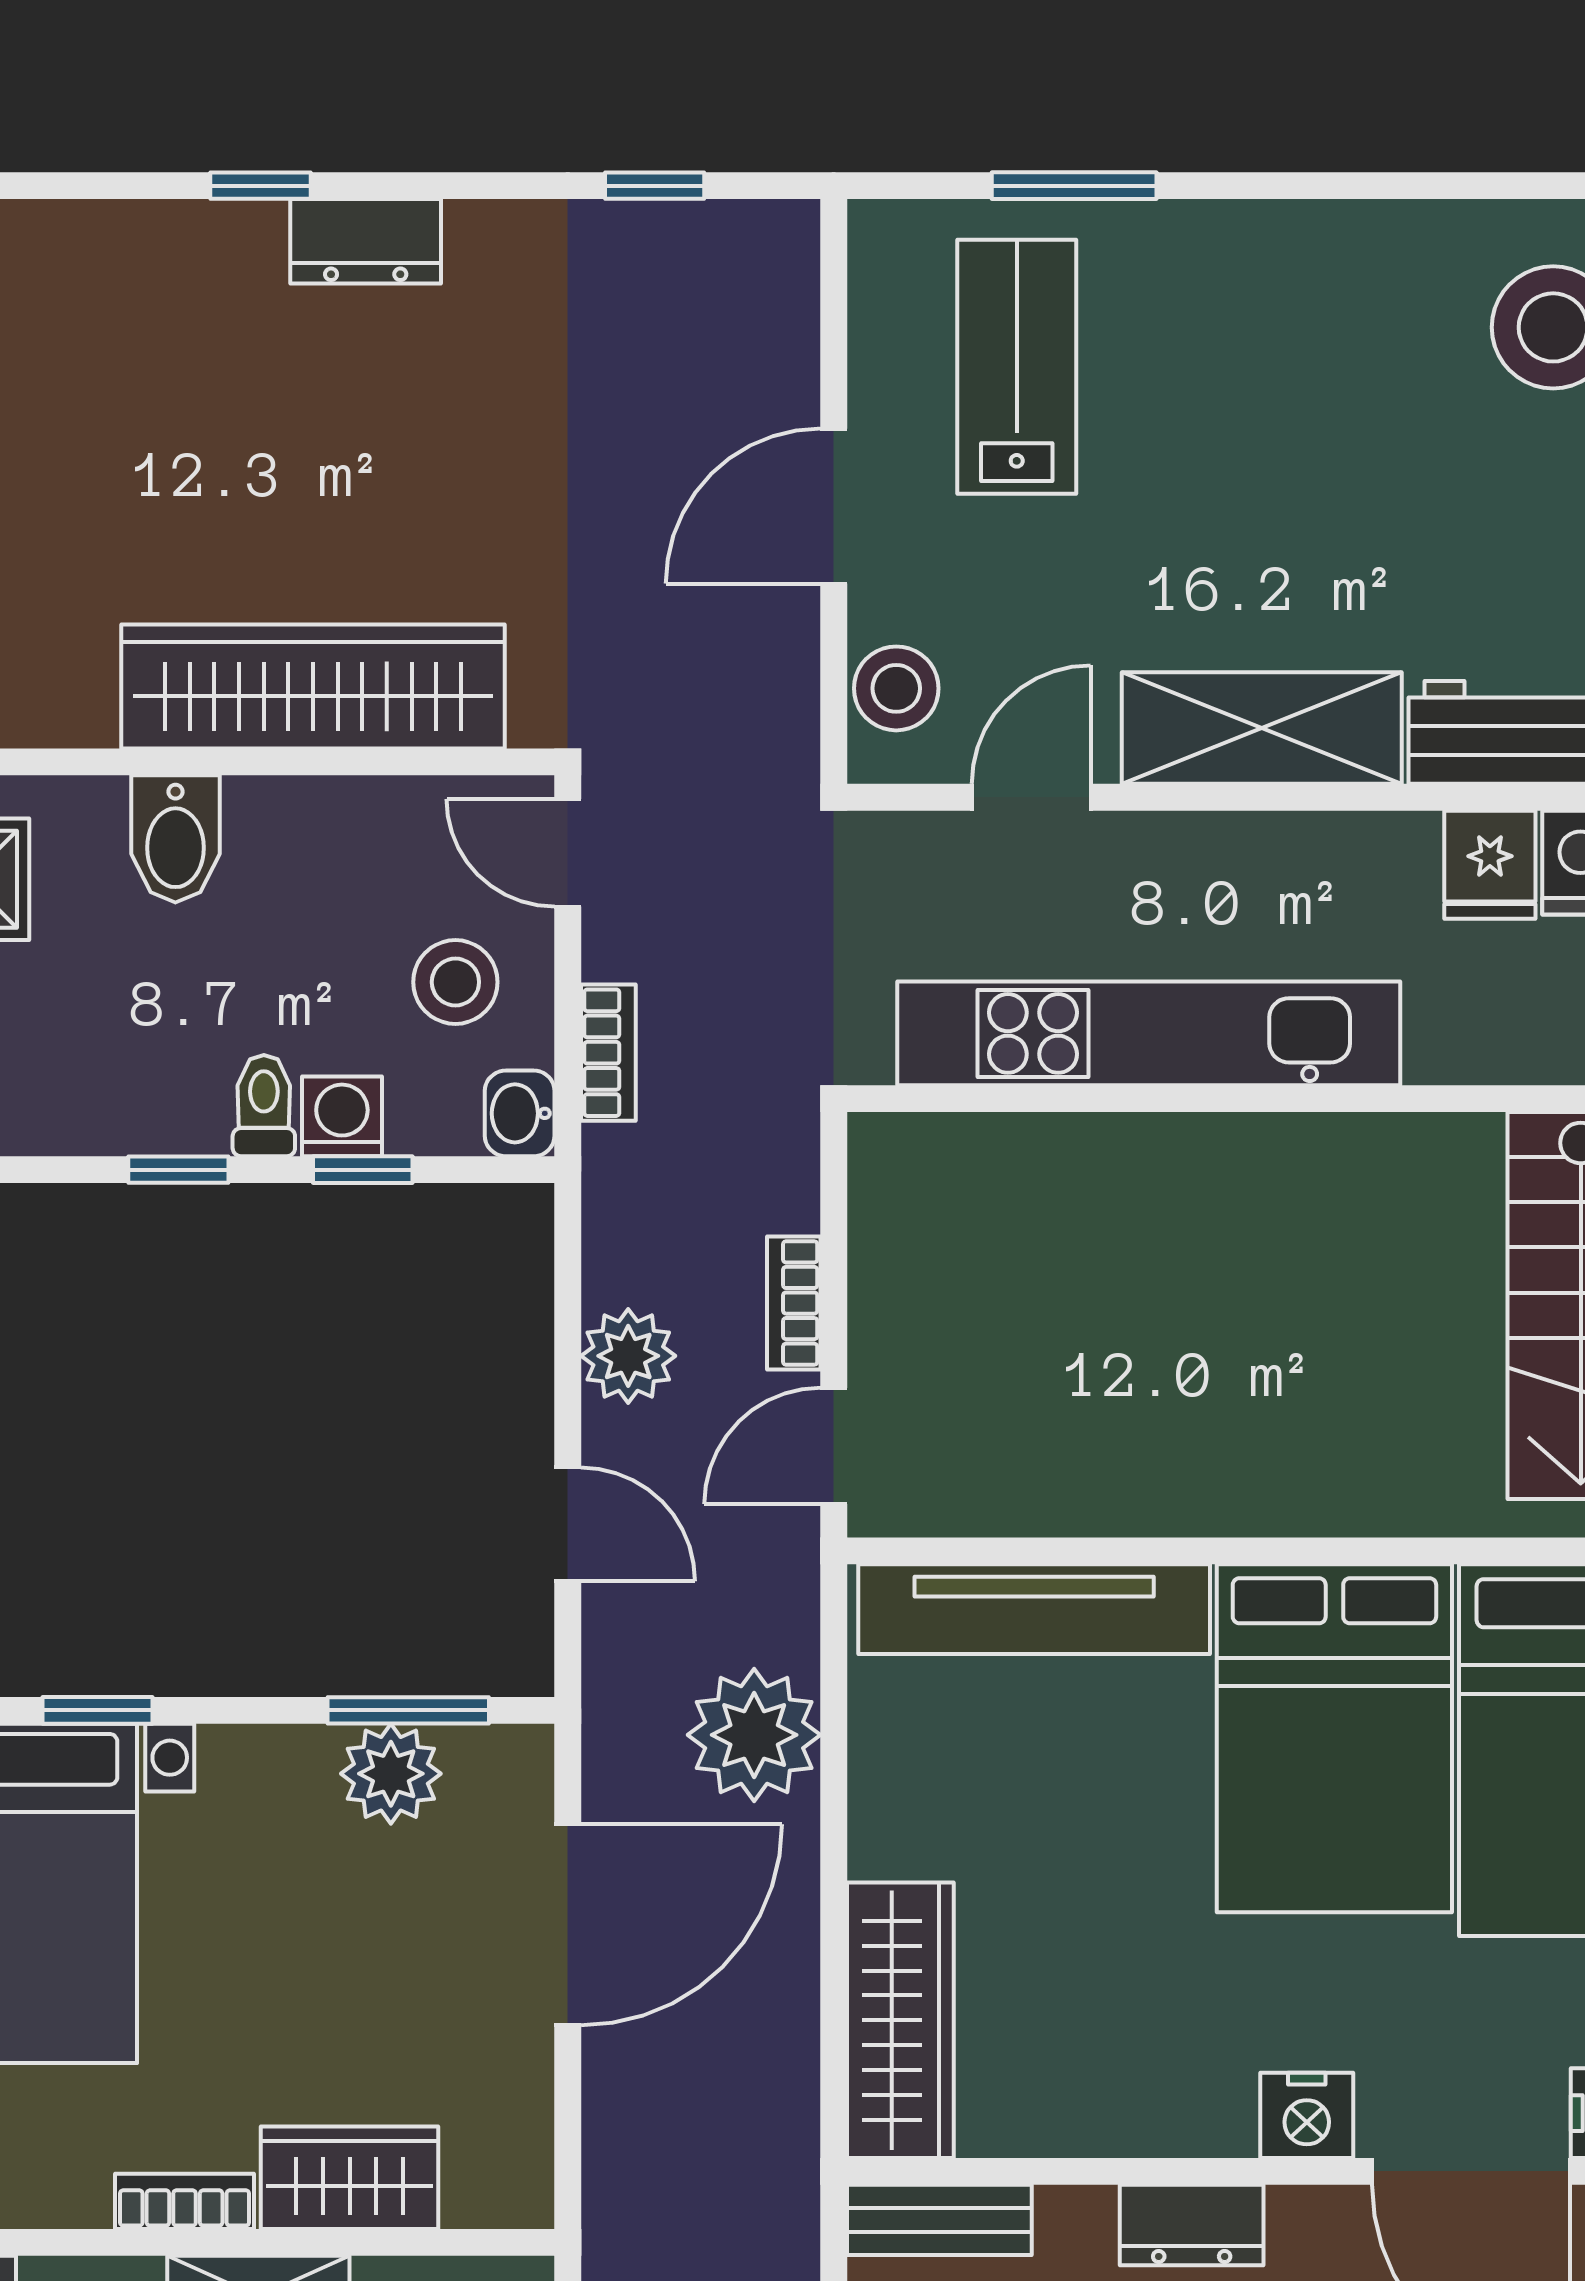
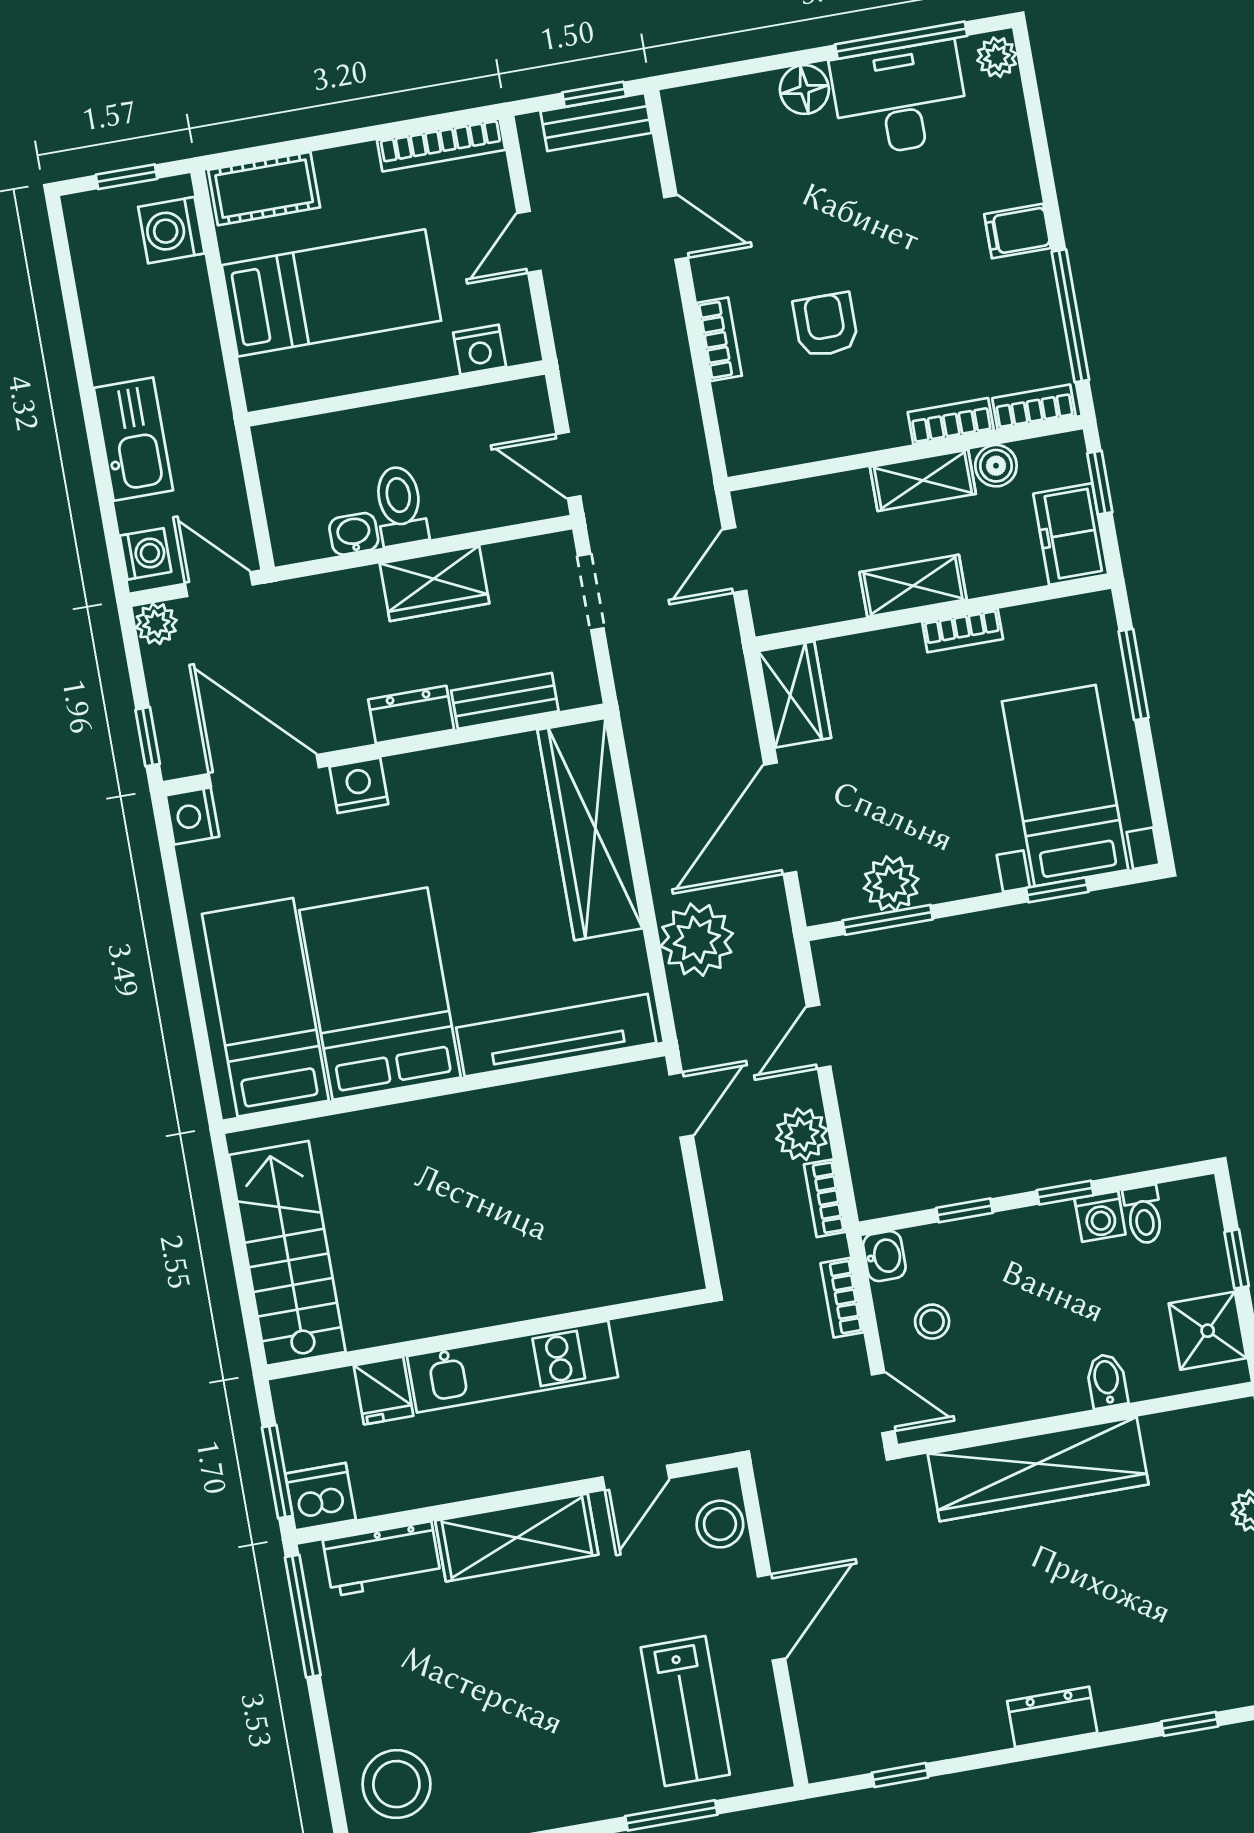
window: (261, 186) -> (1190, 1724), moved
bidet: (175, 839) -> (1107, 1381), width x0.72, depth x0.74
fridge: (1490, 865) -> (384, 1391), moved, turned 180
stool: (455, 982) -> (932, 1322), width x0.73, depth x0.73
kitchen unit: (1149, 1033) -> (512, 1367), width x0.73
toilet: (264, 1106) -> (1144, 1215), moved
washing machine: (342, 1116) -> (1100, 1216), moved
bookcase: (794, 1303) -> (825, 1198), moved, turned 180
door: (568, 1524) -> (819, 1037), hinge flipped
wardrobe: (900, 2020) -> (590, 829), width x1.40, depth x1.17
wardrobe: (350, 2178) -> (795, 694), moved, turned -90
bench: (939, 2220) -> (505, 701), moved

